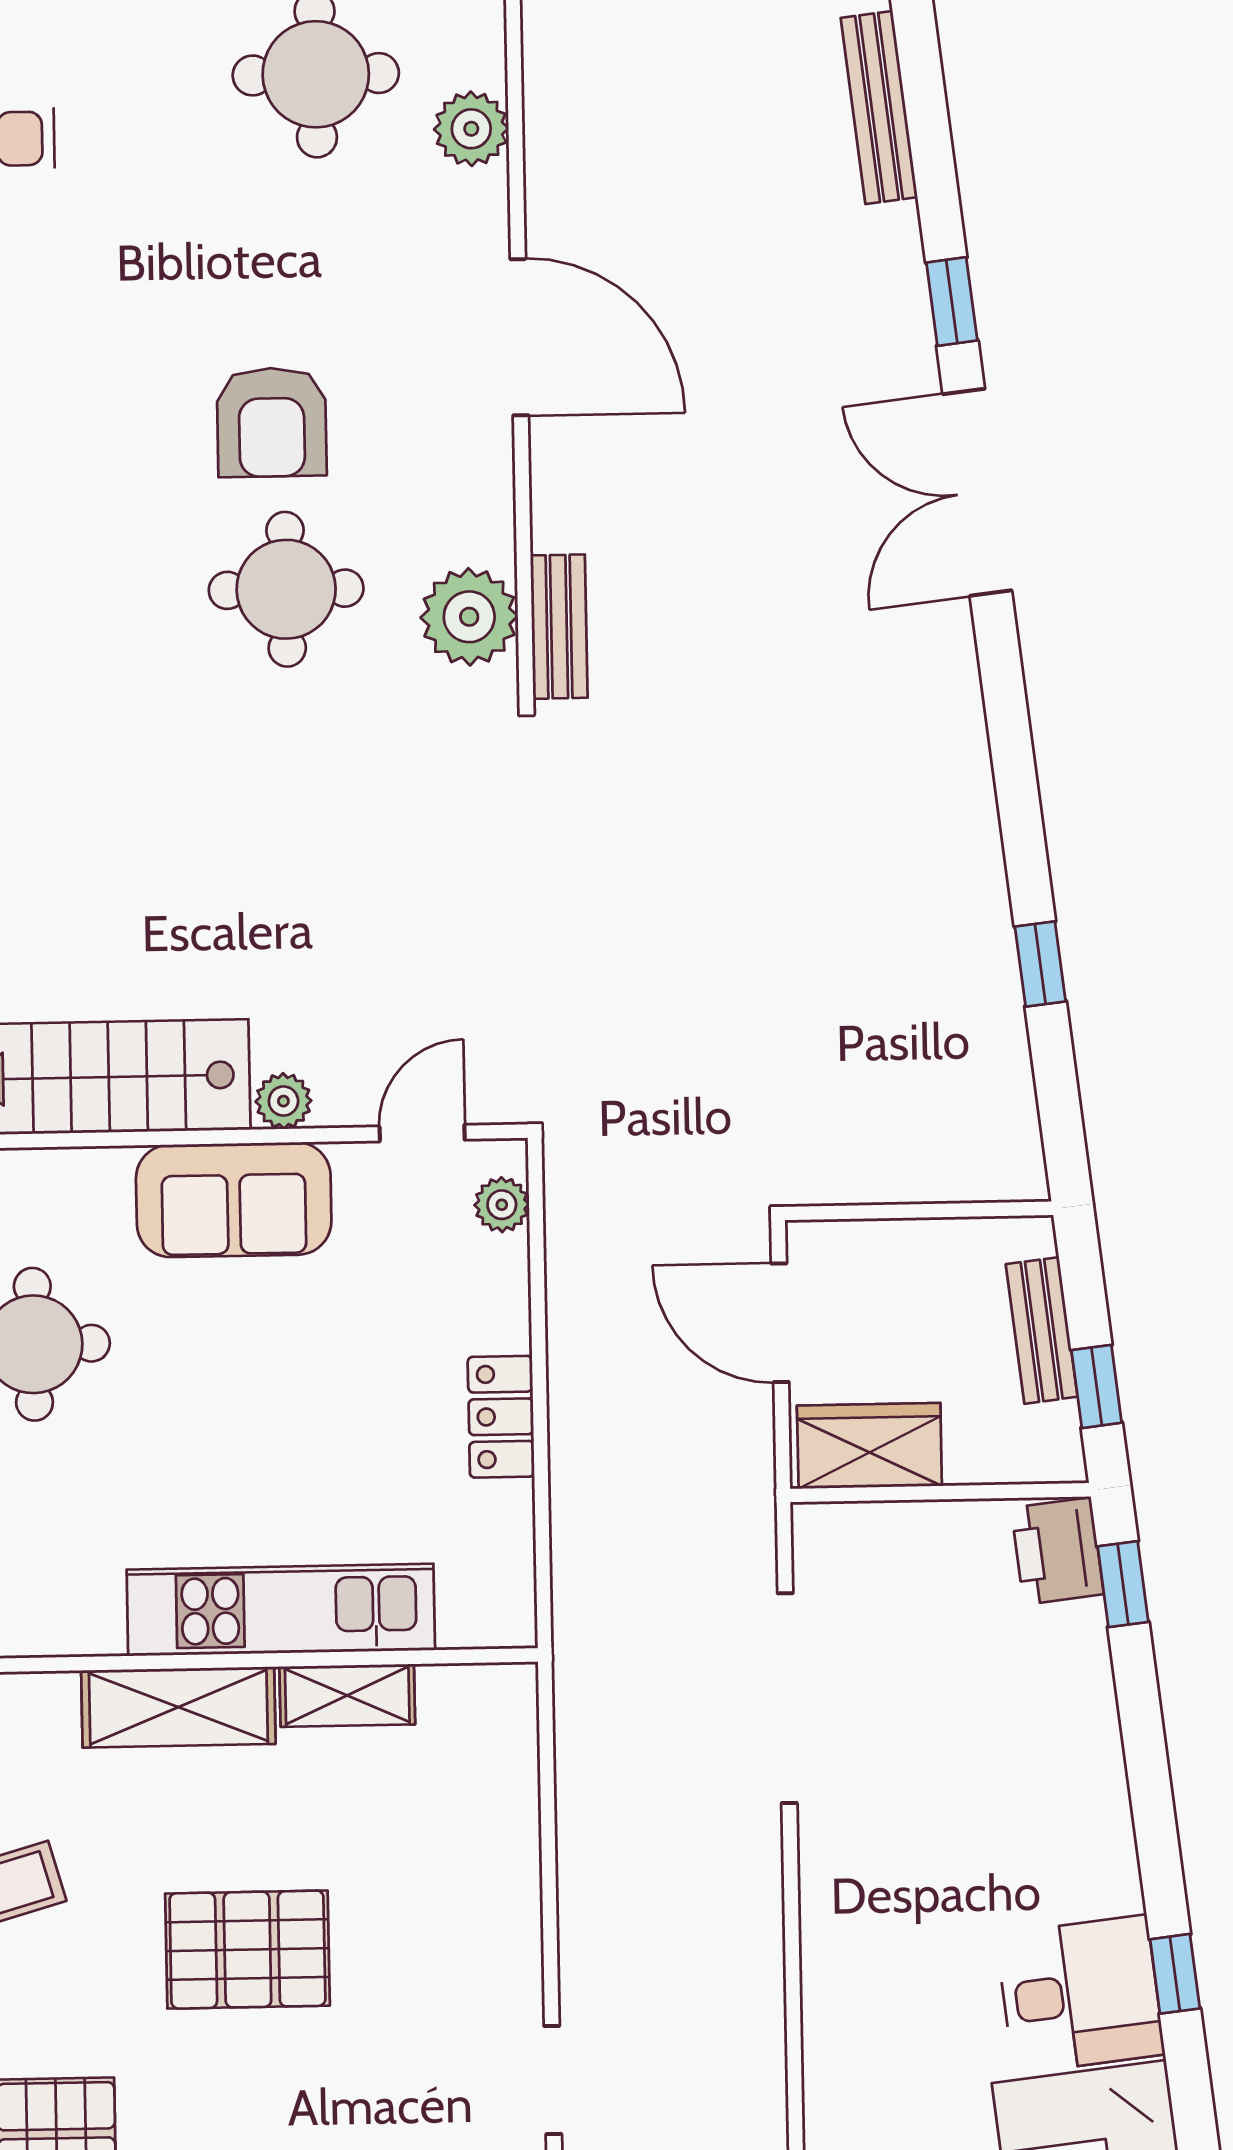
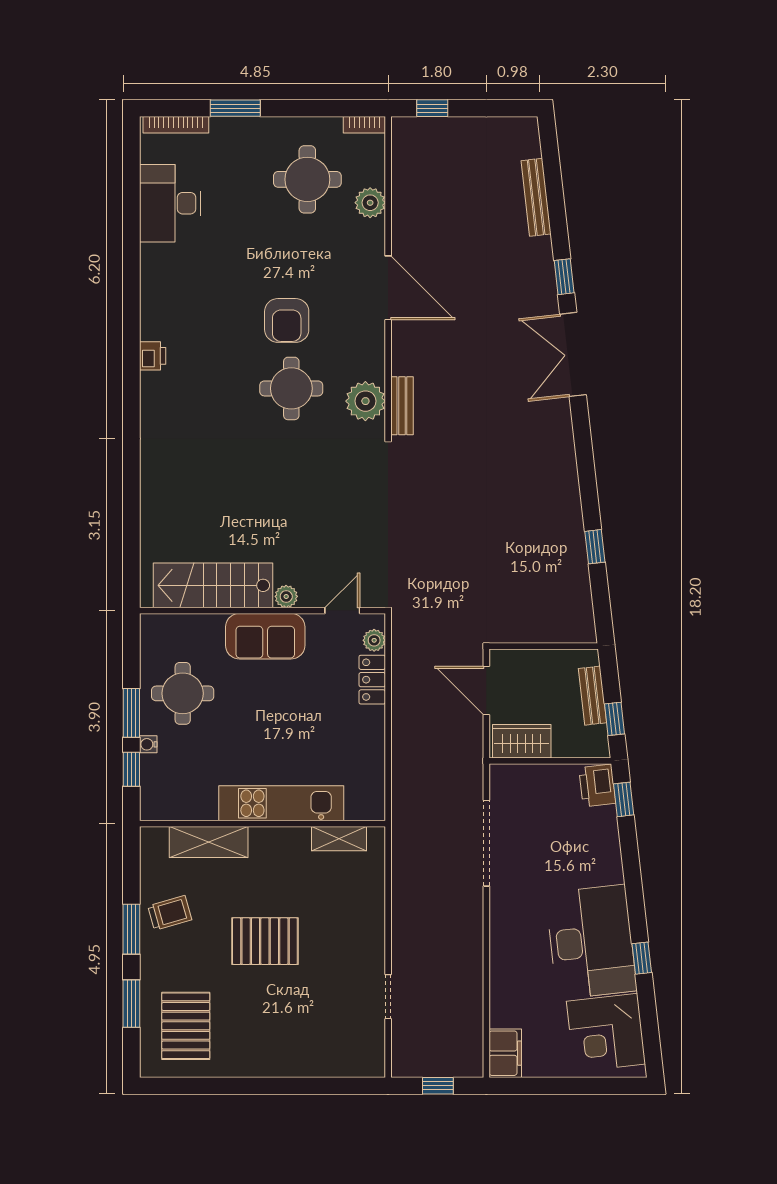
locker: (501, 1417) -> (372, 680), moved
shelving: (347, 1695) -> (339, 839), moved
shelving: (178, 1707) -> (209, 842), moved
desk: (1080, 1994) -> (591, 942), width x1.87, depth x1.30

